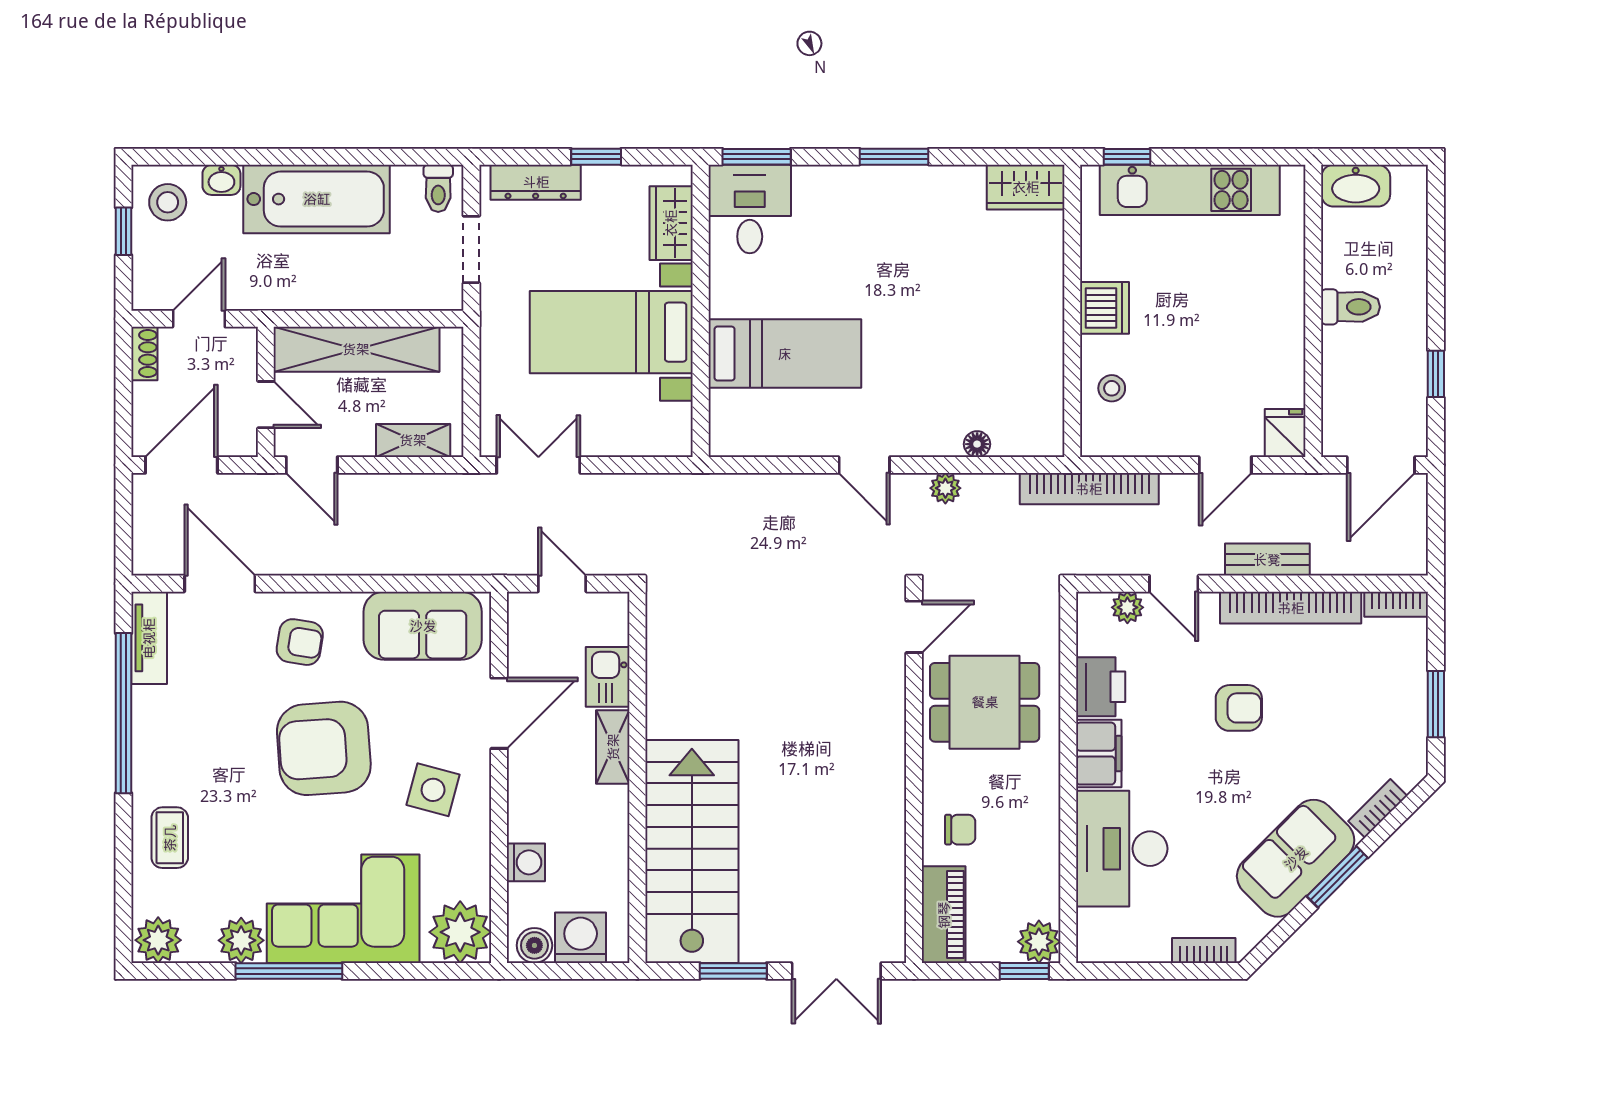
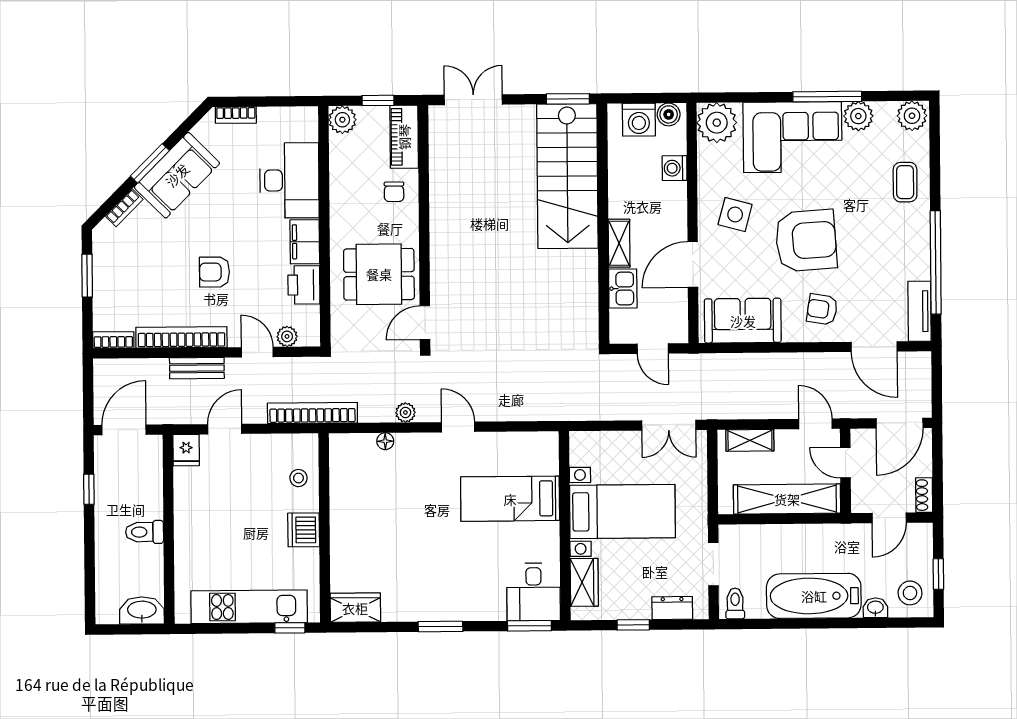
dresser: (536, 182) -> (672, 608), width x0.70
chair: (960, 830) -> (394, 192), turned -90
window: (733, 971) -> (568, 99), moved
window: (1024, 971) -> (378, 100), moved

